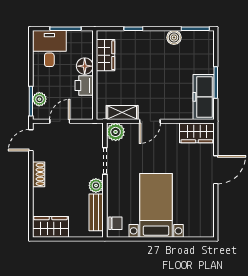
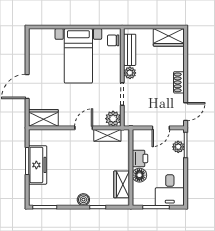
boiler: (174, 37) -> (83, 200), moved
freezer: (204, 97) -> (38, 165), moved

